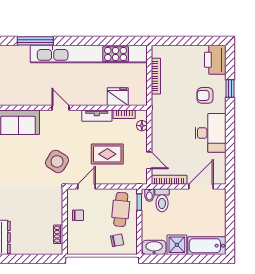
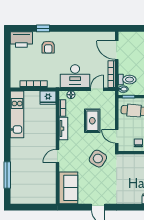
kitchen unit: (89, 54) -> (17, 114), width x0.54
fridge: (118, 97) -> (48, 98), moved, turned -90
desk: (210, 133) -> (75, 76), moved, turned 180

